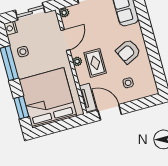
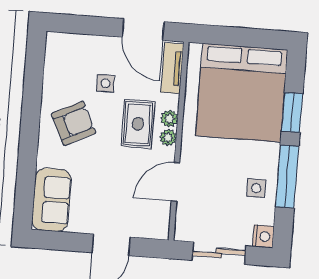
plant: (64, 13) -> (169, 119), moved
side table: (128, 83) -> (106, 83), moved
window: (21, 108) -> (292, 112), moved

